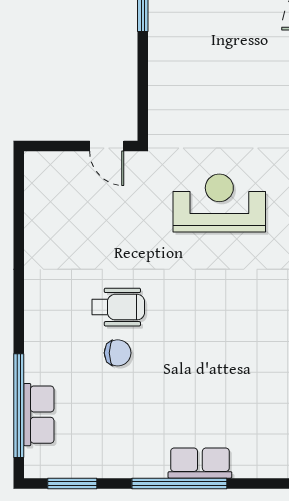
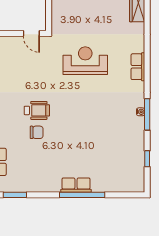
window: (179, 483) -> (82, 195), moved

